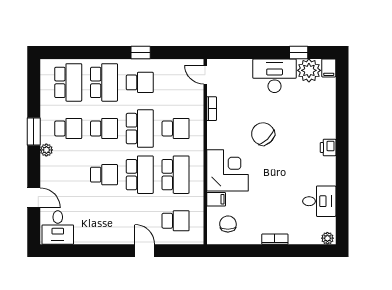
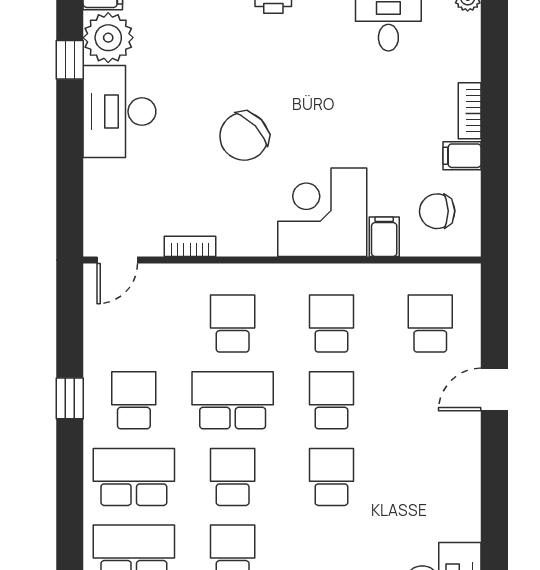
school desk: (140, 175) -> (331, 400), width x0.54
school desk: (176, 175) -> (331, 324), width x0.54
filing cabinet: (254, 236) -> (462, 156), added

